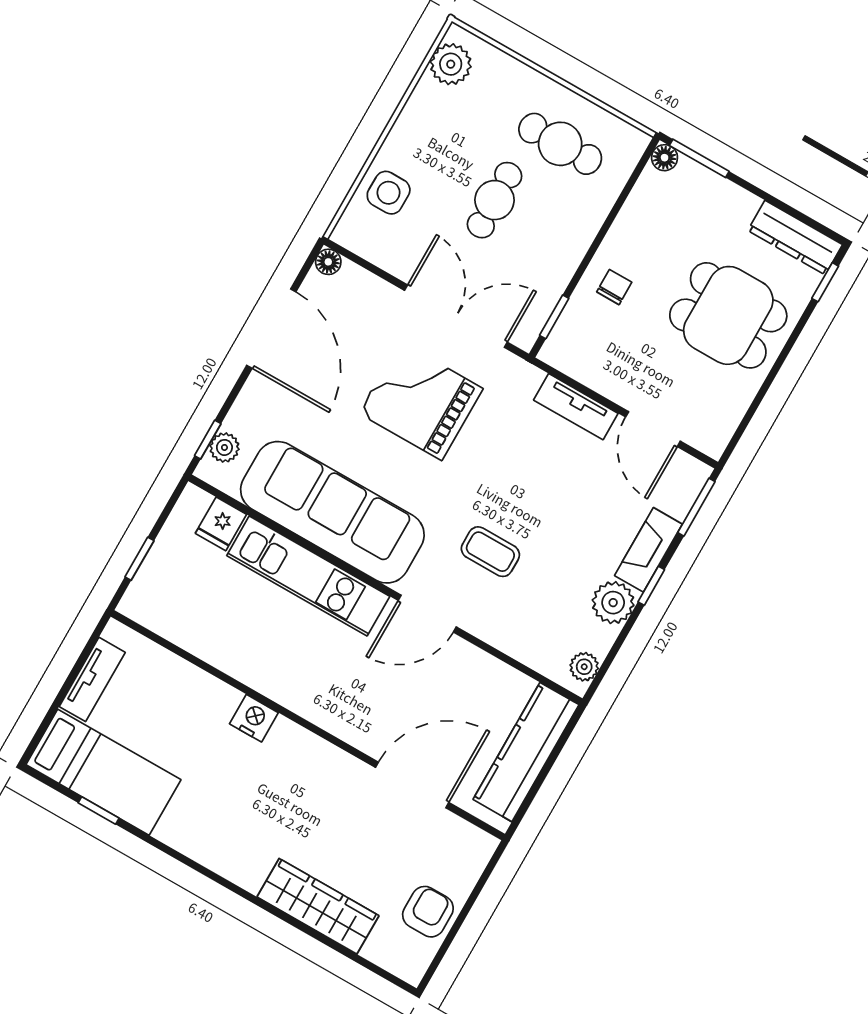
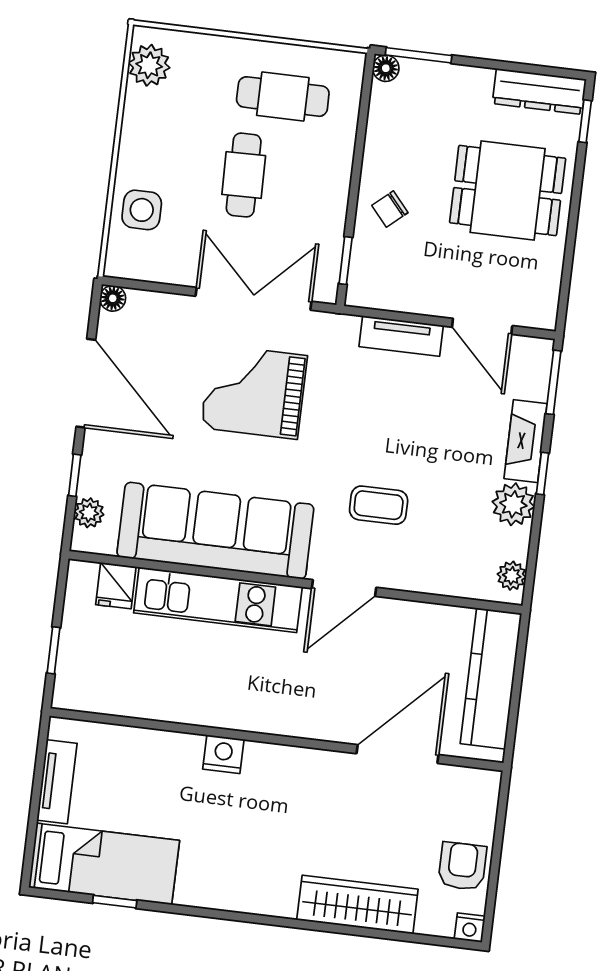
chair: (614, 287) -> (390, 209), turned -131
window: (208, 440) -> (75, 475), moved
nightstand: (411, 970) -> (470, 928), added

